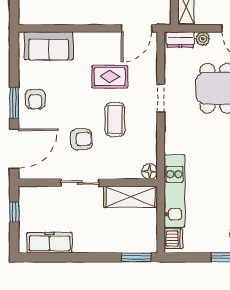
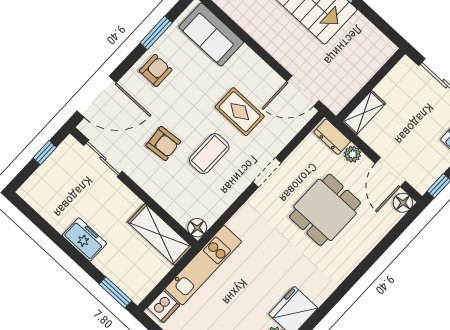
armchair: (35, 99) -> (156, 70), turned 180
window: (14, 103) -> (156, 33), moved
sliding door: (80, 183) -> (103, 158), moved
freezer: (50, 243) -> (84, 239), moved, width x0.71

